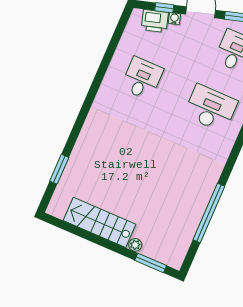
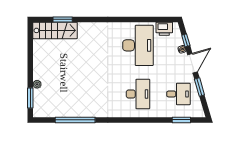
printer: (155, 21) -> (164, 29), moved, turned -74
desk: (142, 78) -> (138, 45), width x1.87, depth x1.30
stairs: (100, 222) -> (55, 30), moved, turned 90

